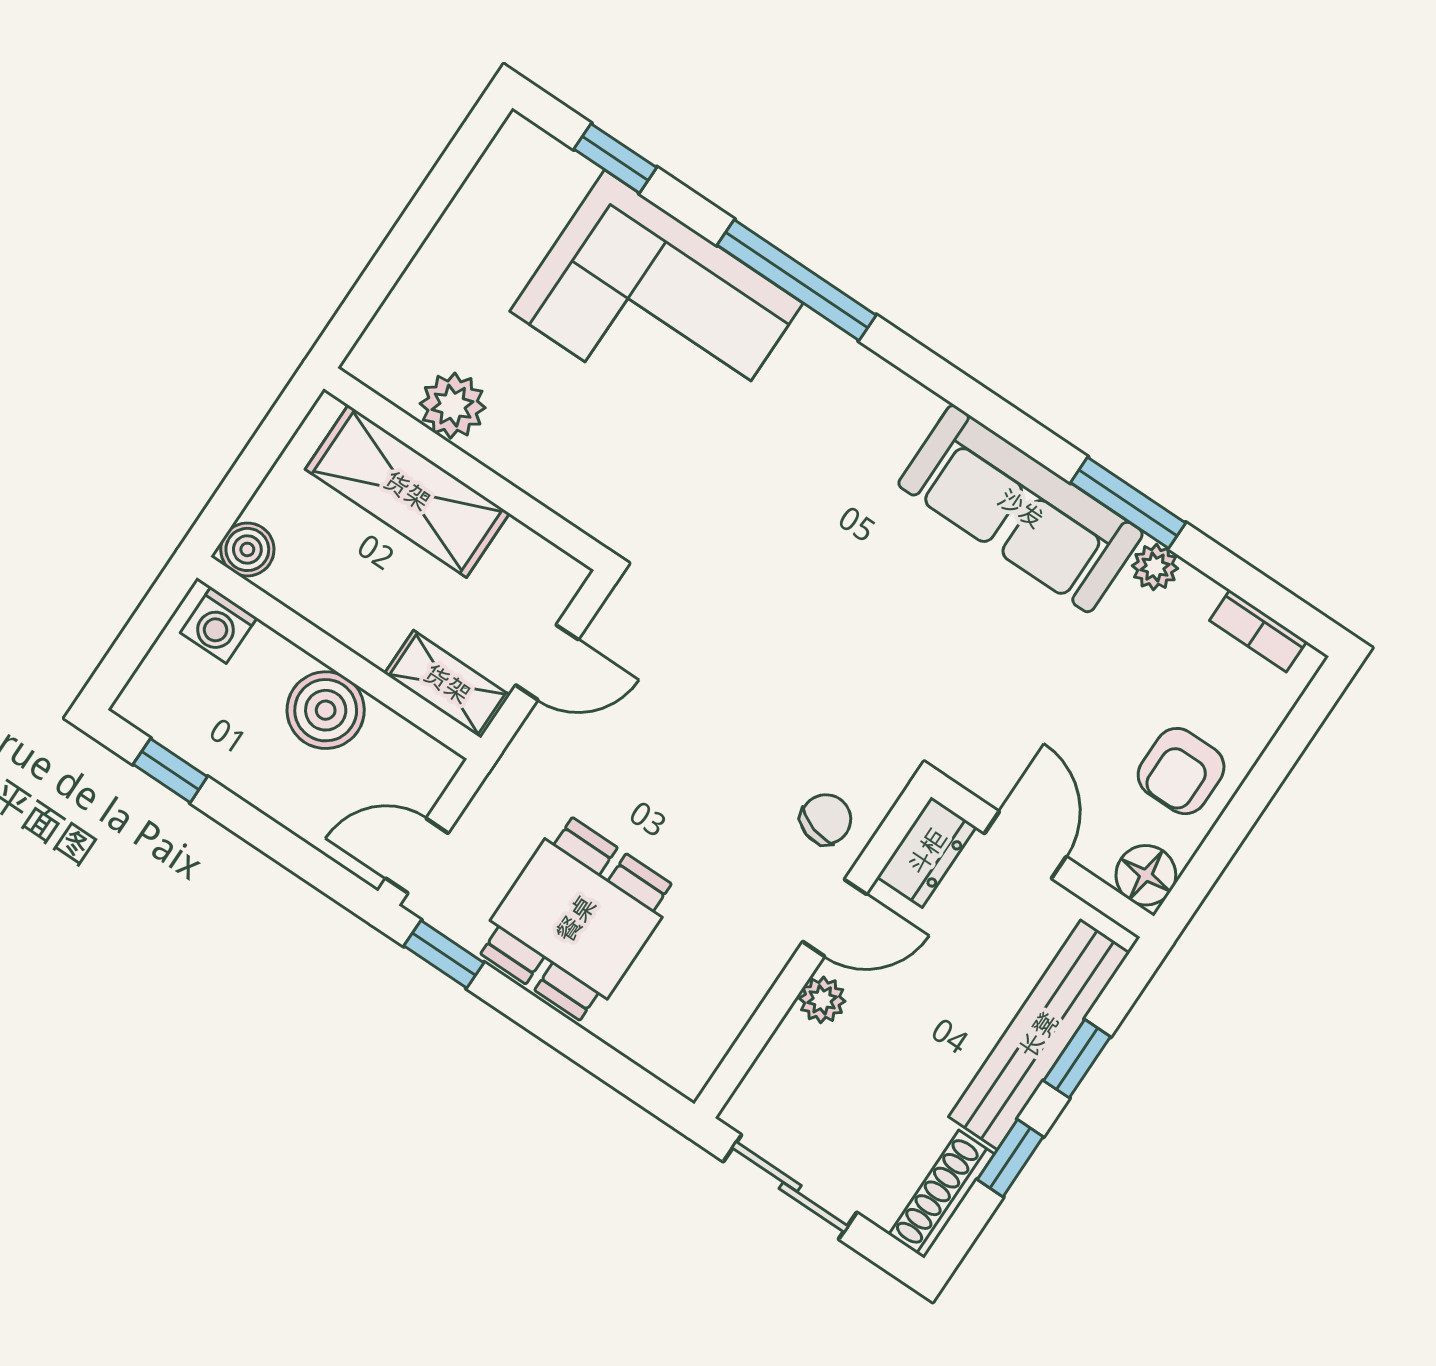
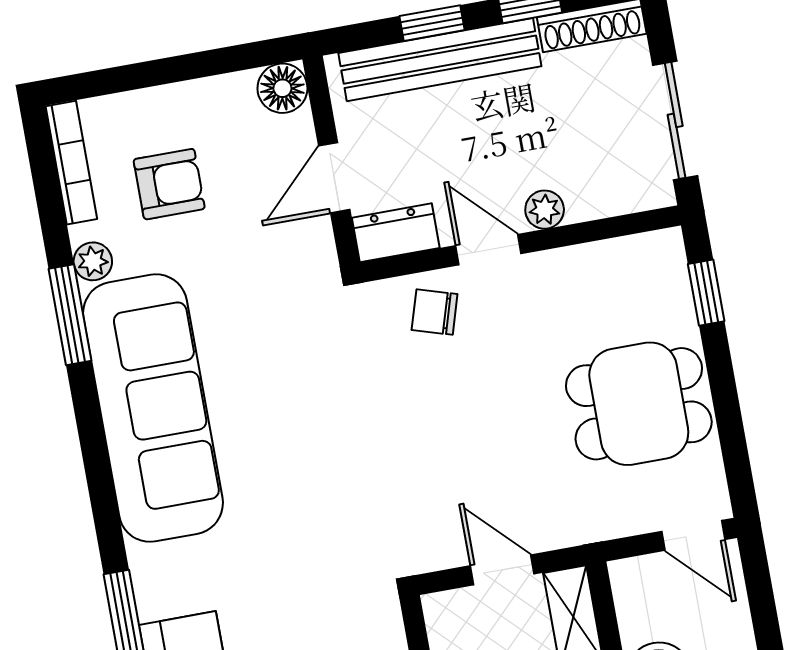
sofa: (1021, 509) -> (153, 408), width x1.36, depth x1.27
bookcase: (1258, 631) -> (71, 163), width x1.56
armchair: (1181, 771) -> (169, 184), moved
window: (444, 954) -> (706, 293), moved

